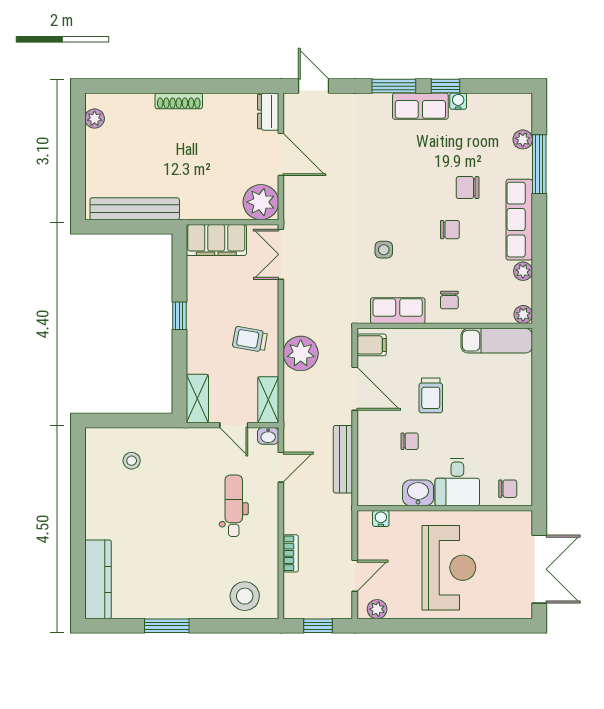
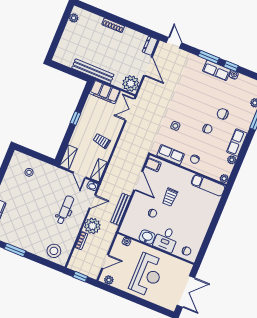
bench: (135, 209) -> (93, 71), moved
row of seats: (519, 220) -> (237, 143), width x0.68
plant: (301, 353) -> (92, 226), moved

